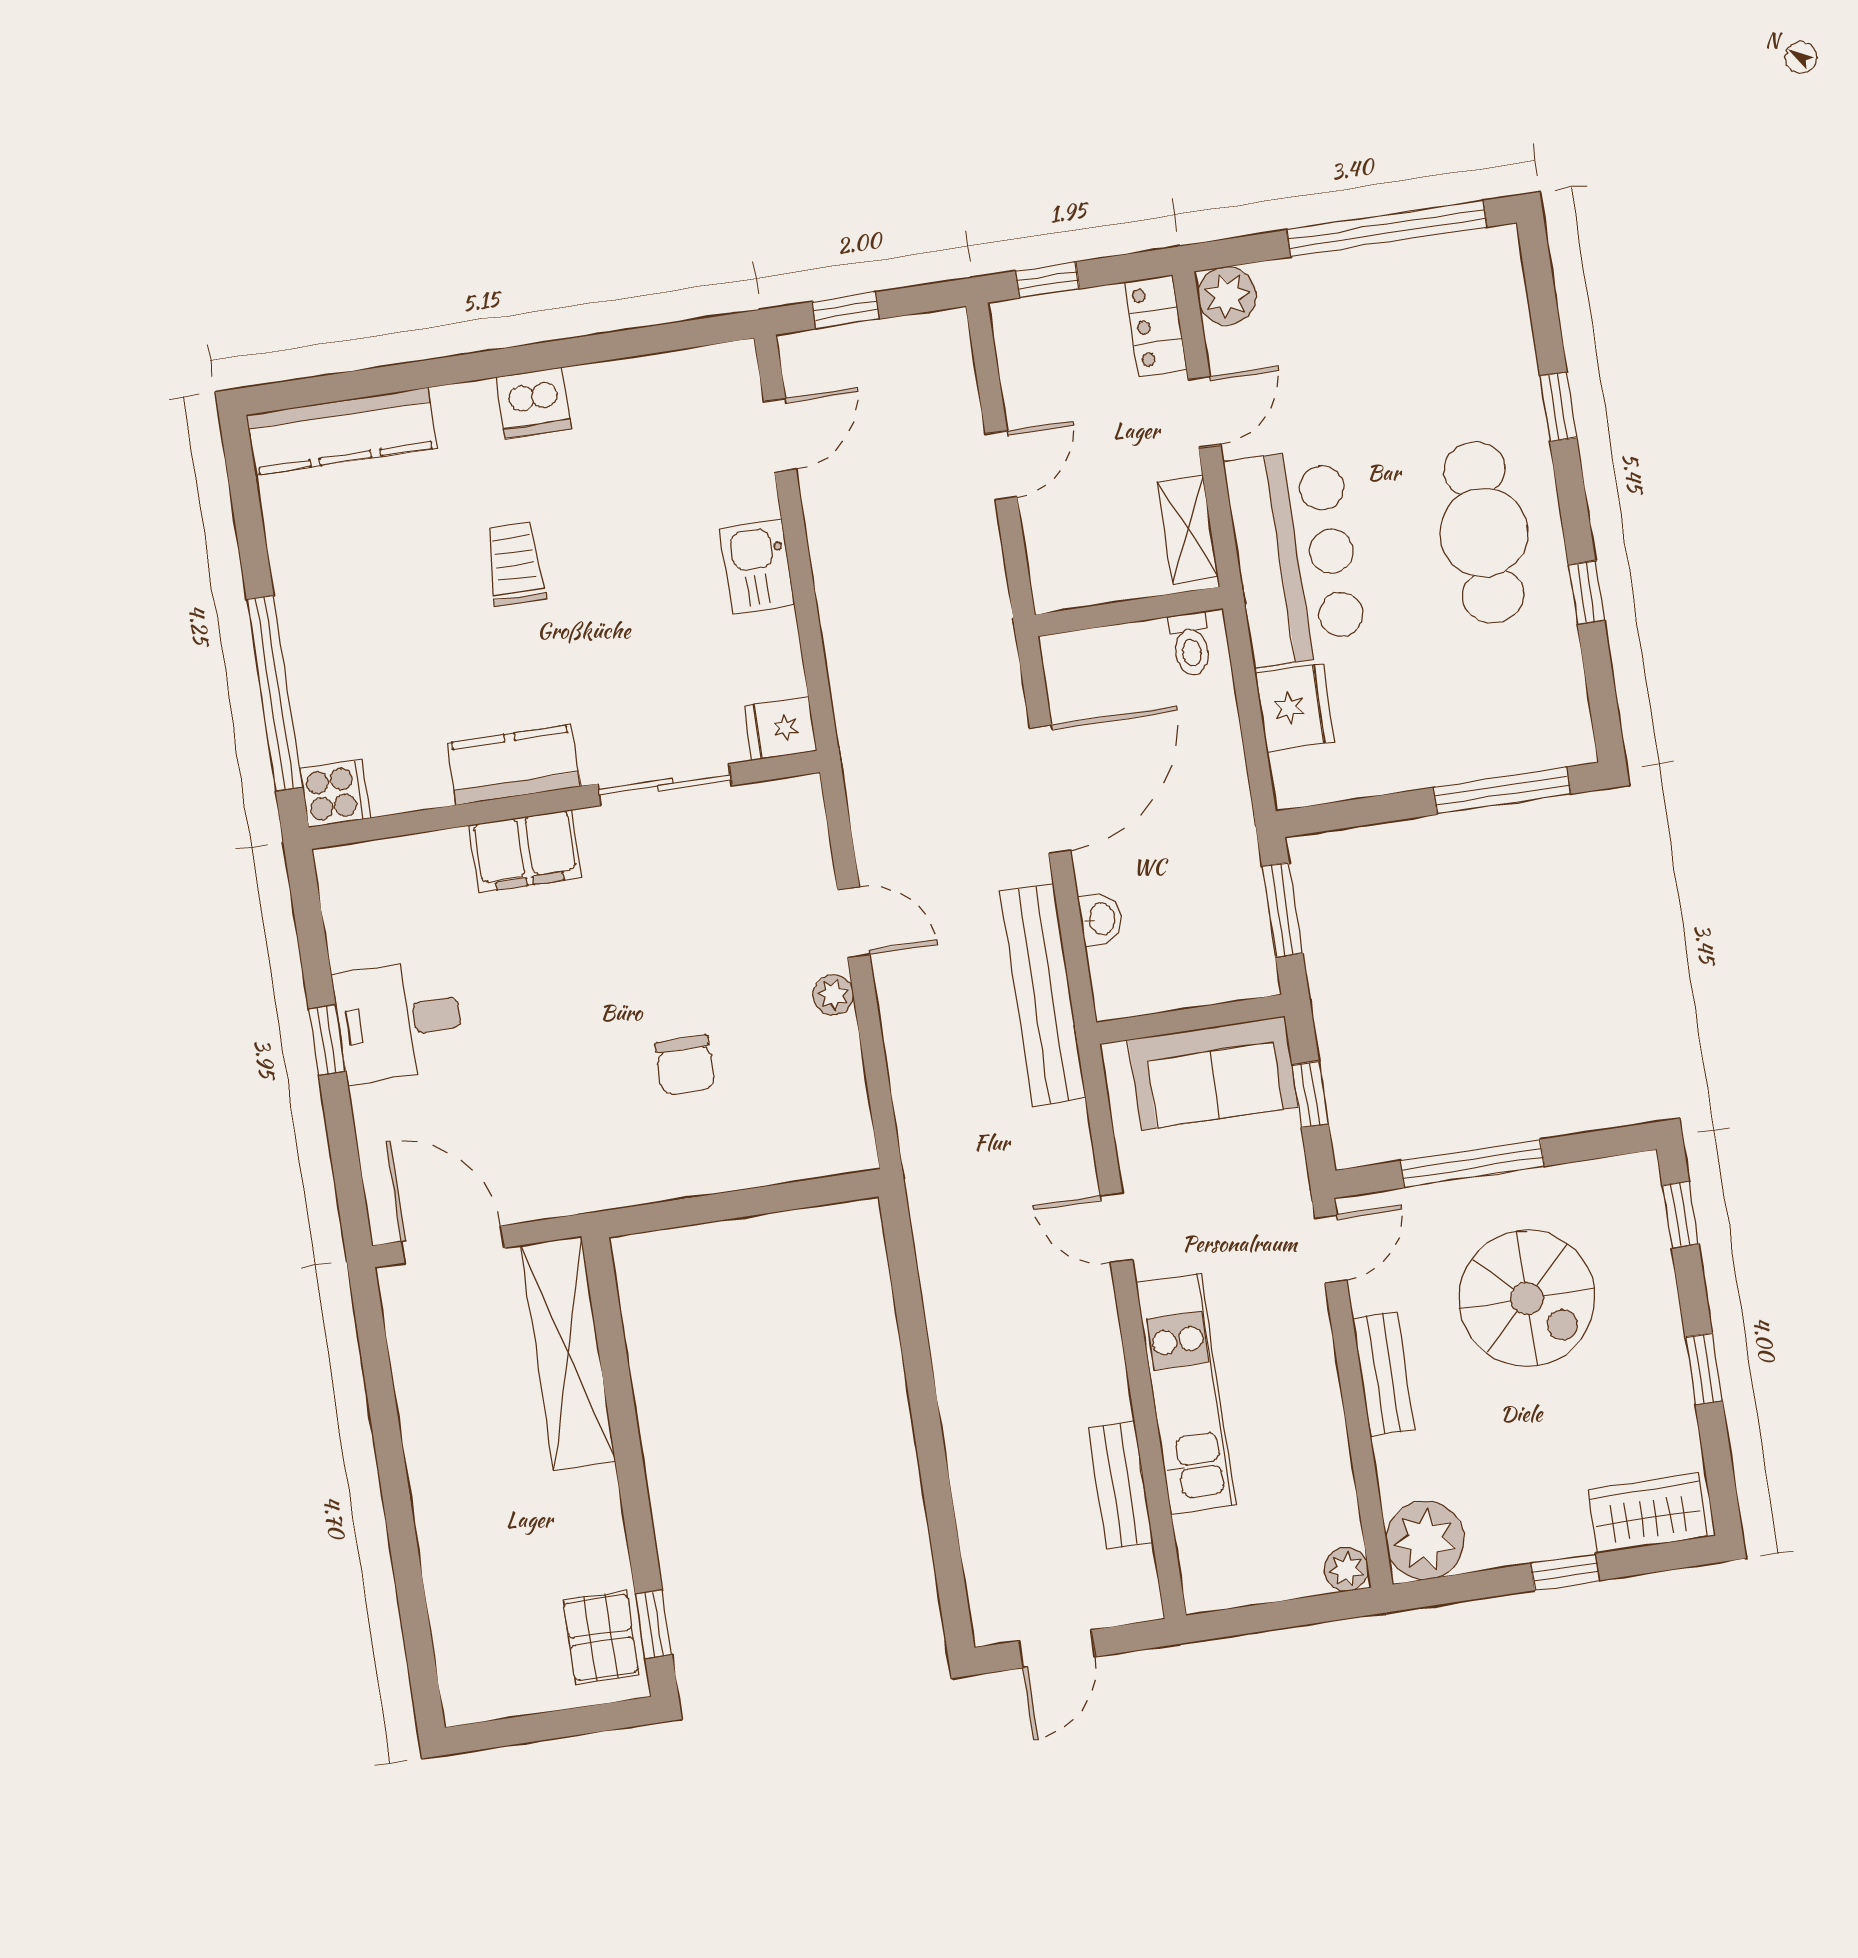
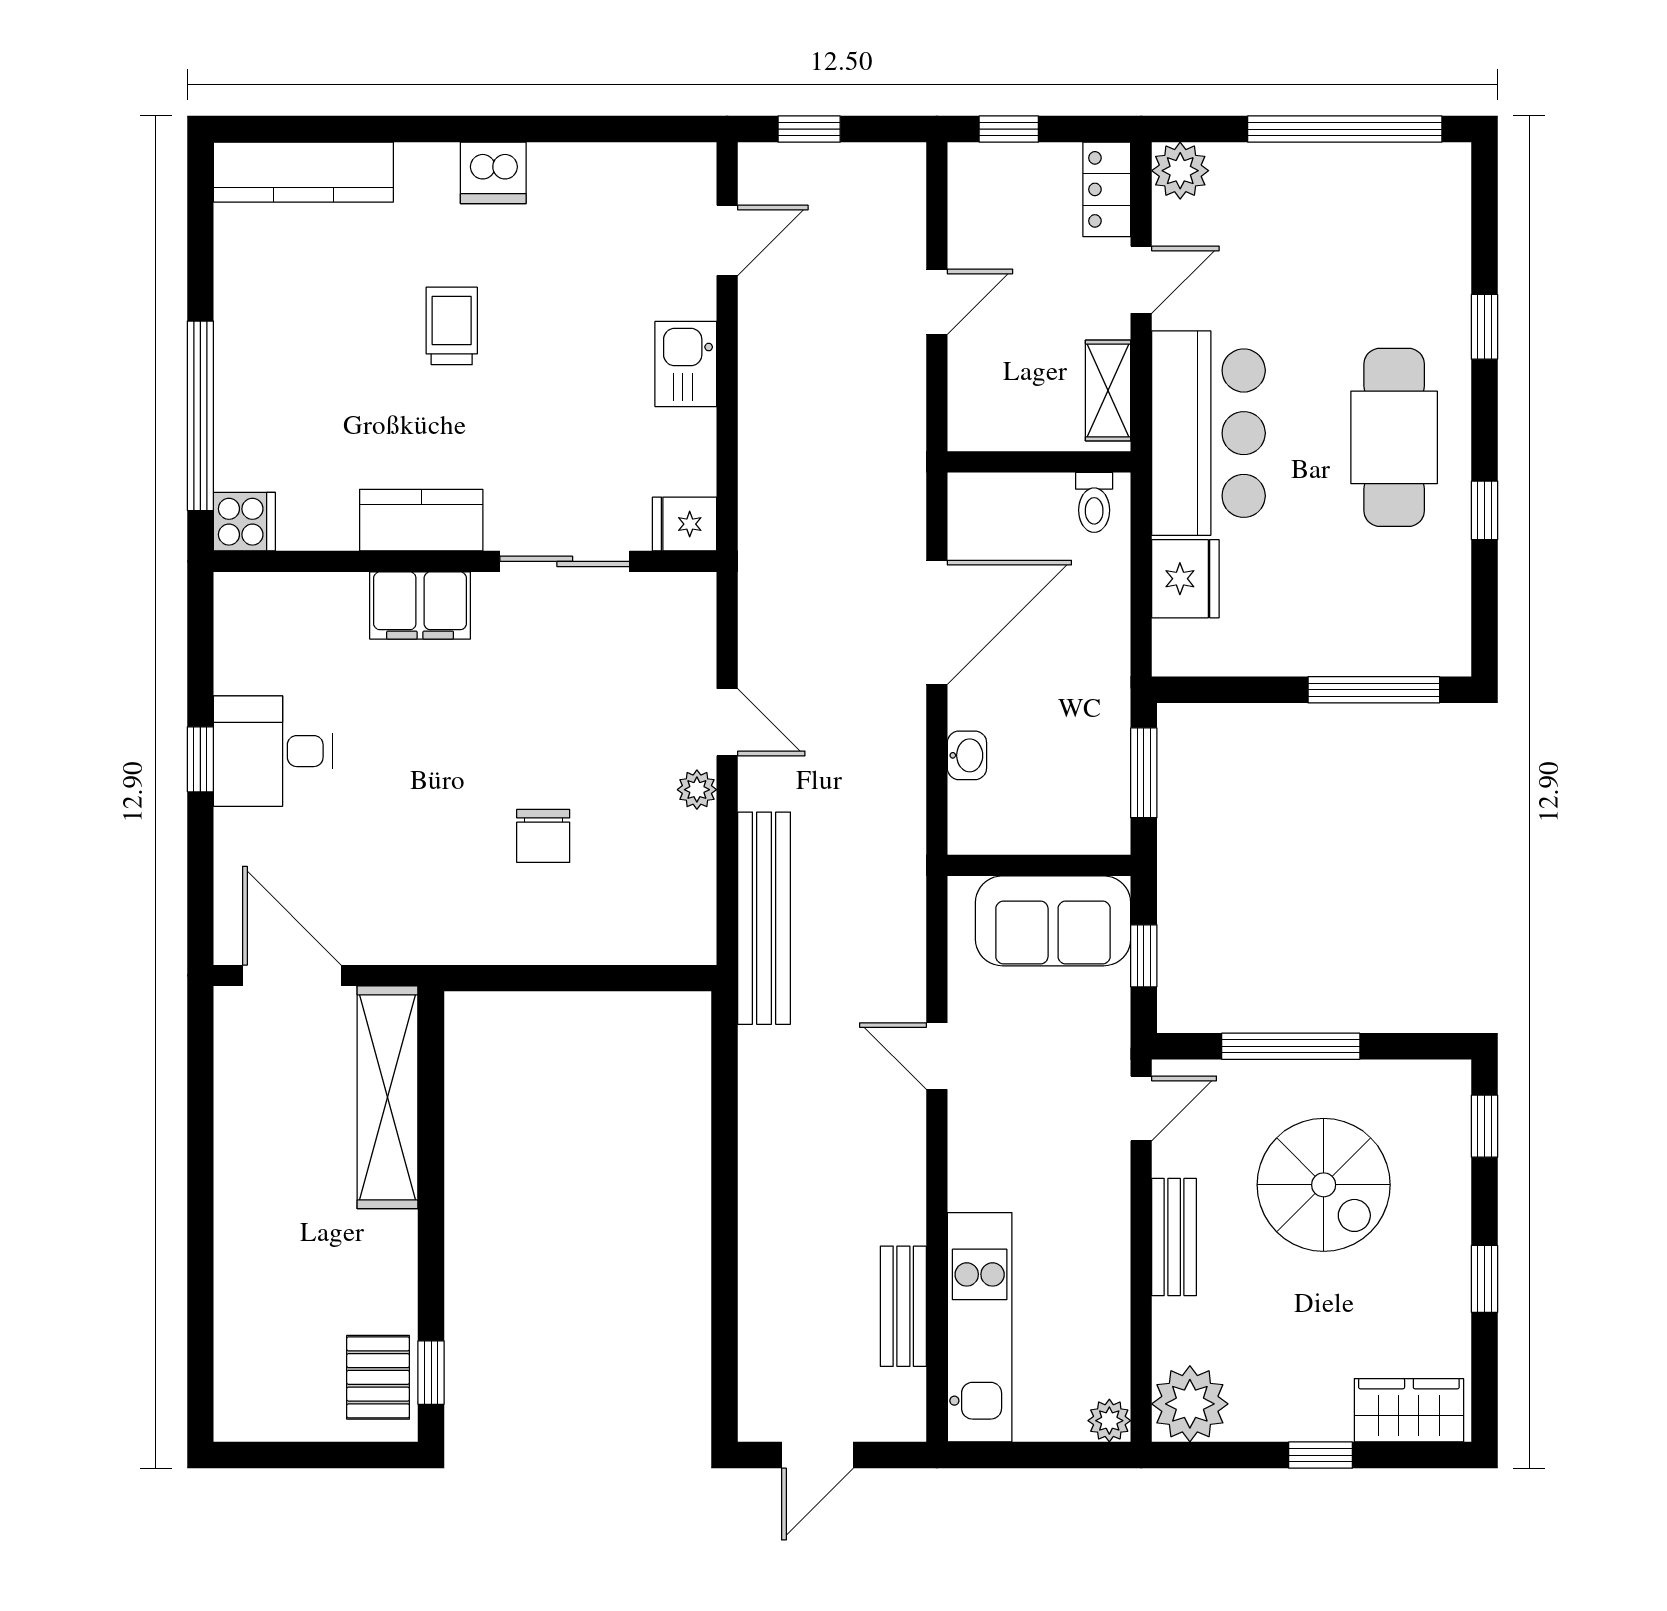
bench: (1043, 995) -> (764, 918), moved
kitchen unit: (1186, 1394) -> (980, 1327), moved

